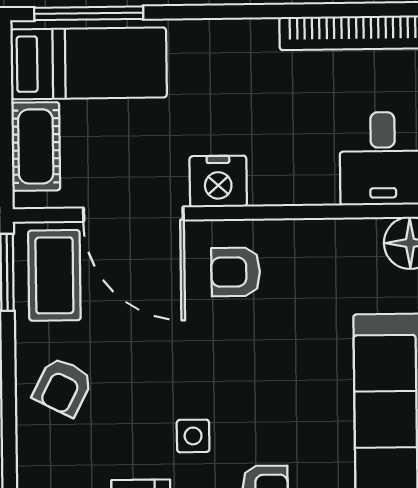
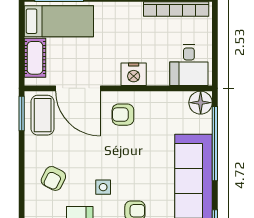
nightstand: (218, 181) -> (134, 74), moved
armchair: (63, 387) -> (53, 178), moved

